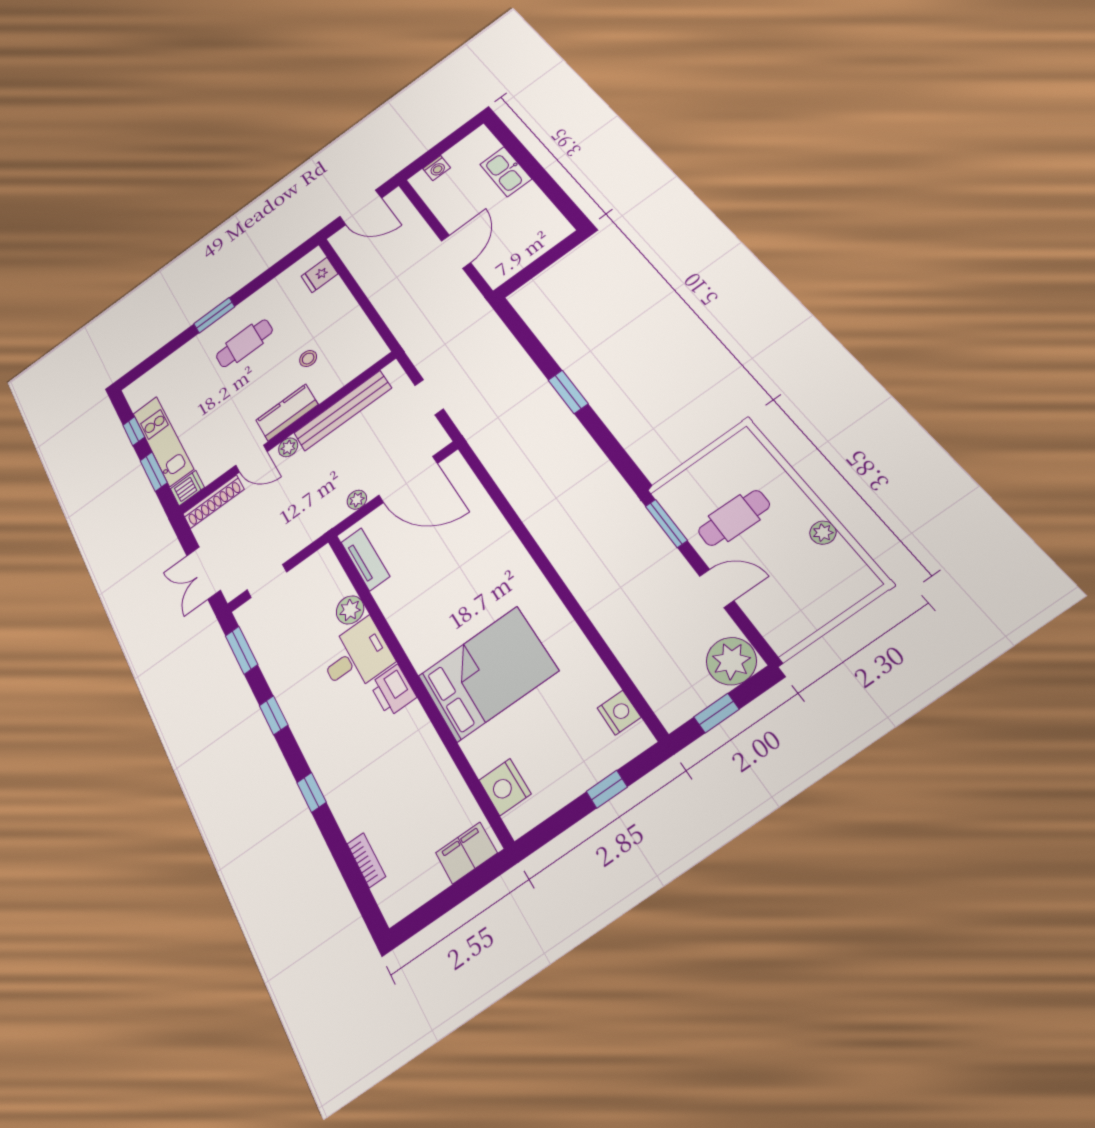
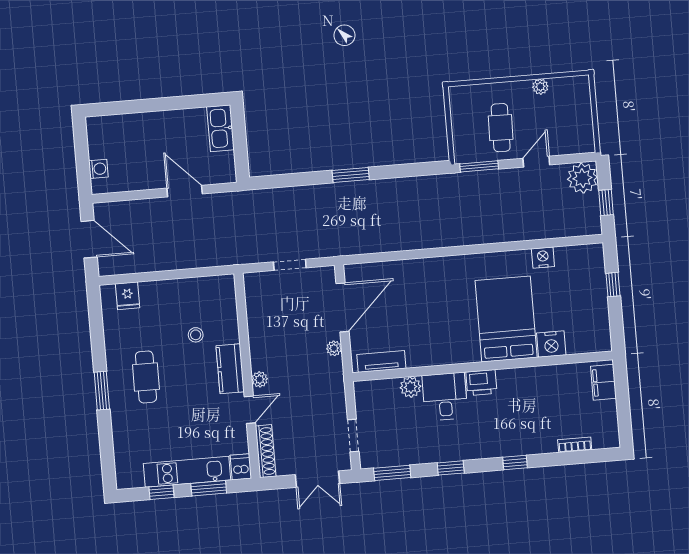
kitchen sink: (506, 172) -> (221, 128), moved, turned 90
door: (361, 207) -> (89, 239), hinge flipped
bench: (343, 411) -> (258, 328), removed
nightstand: (619, 713) -> (543, 258), moved
nightstand: (505, 787) -> (551, 344), moved

